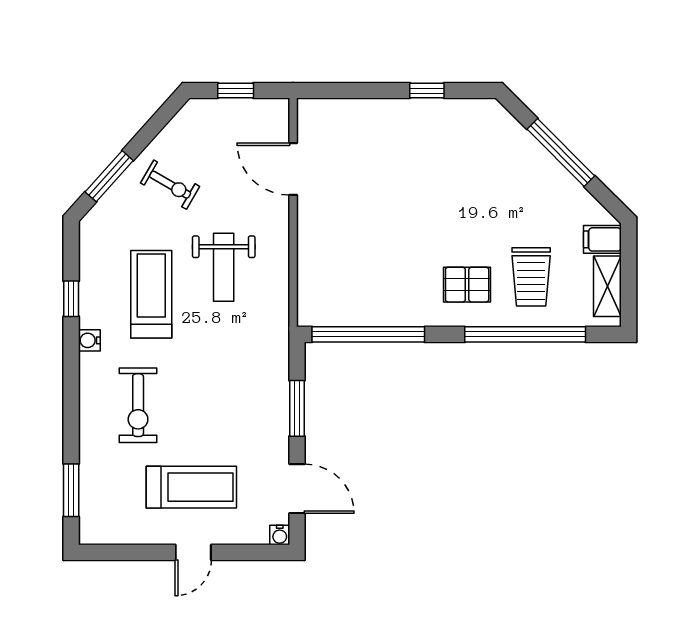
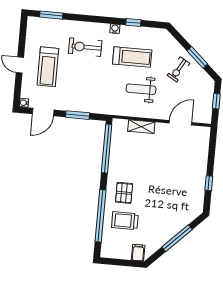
window: (109, 176) -> (197, 57), moved
shelving: (607, 286) -> (141, 127), moved

